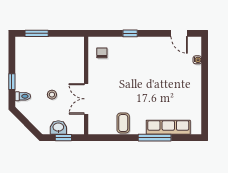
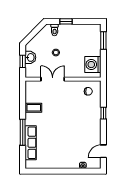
washing machine: (67, 47) -> (93, 65), added

